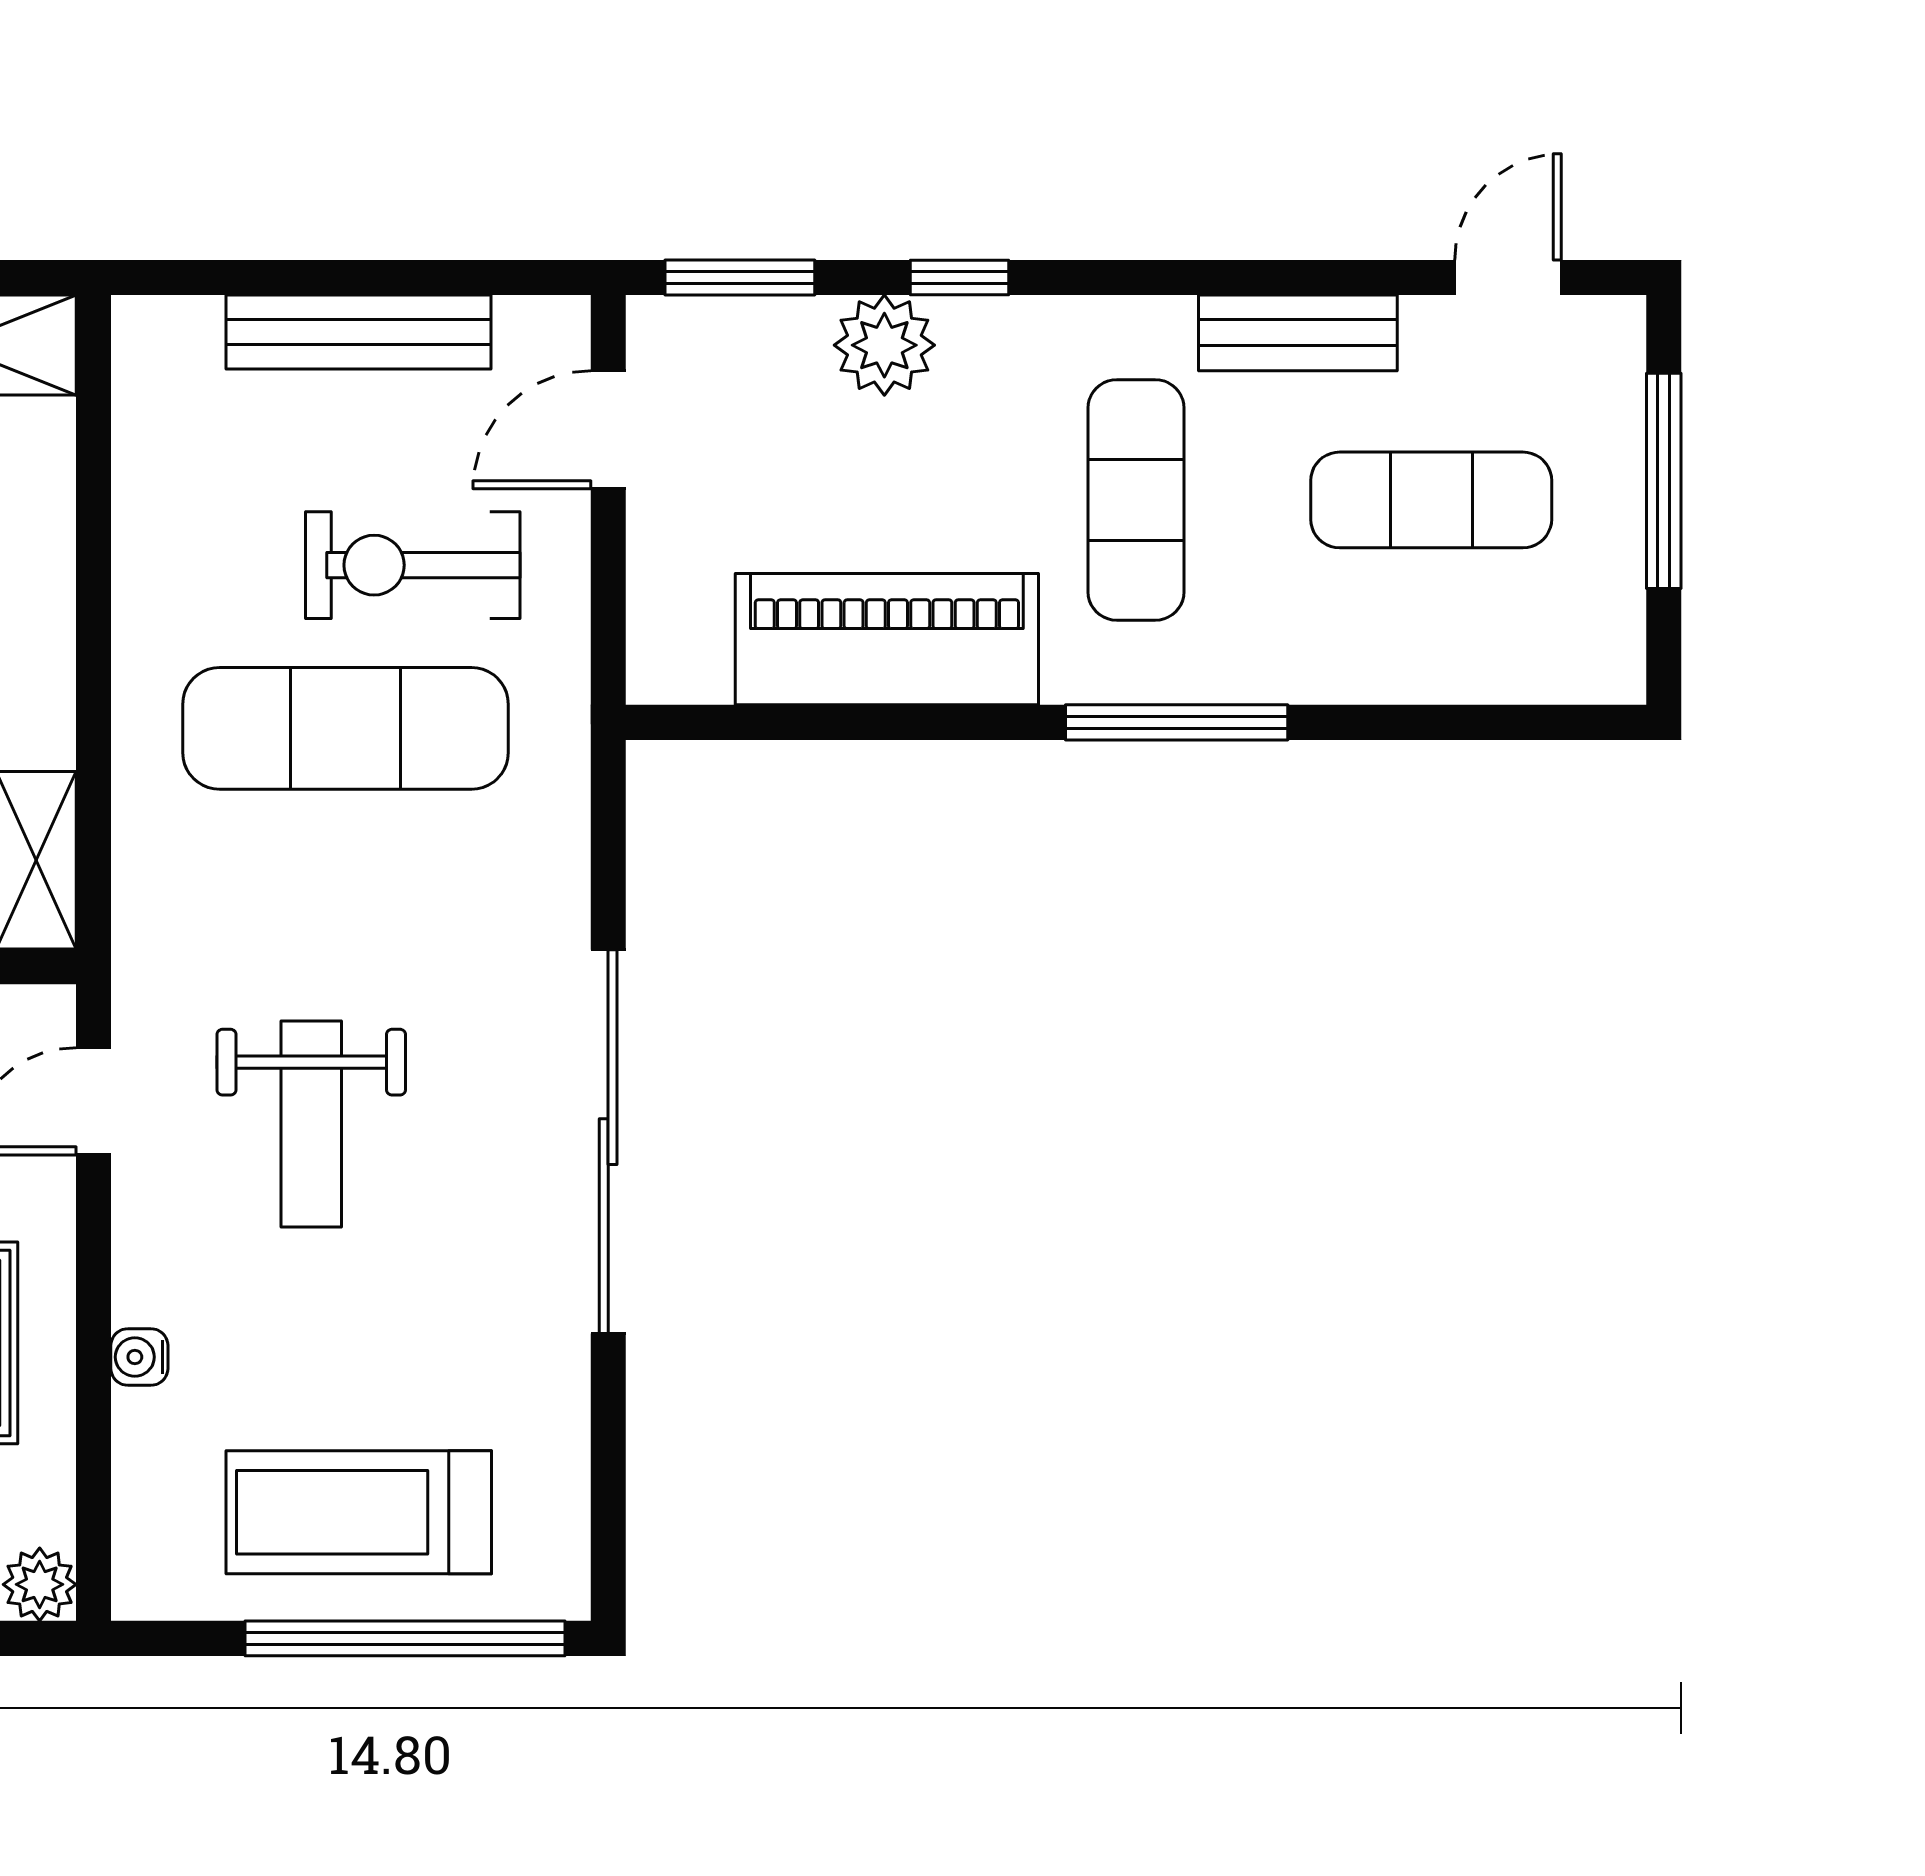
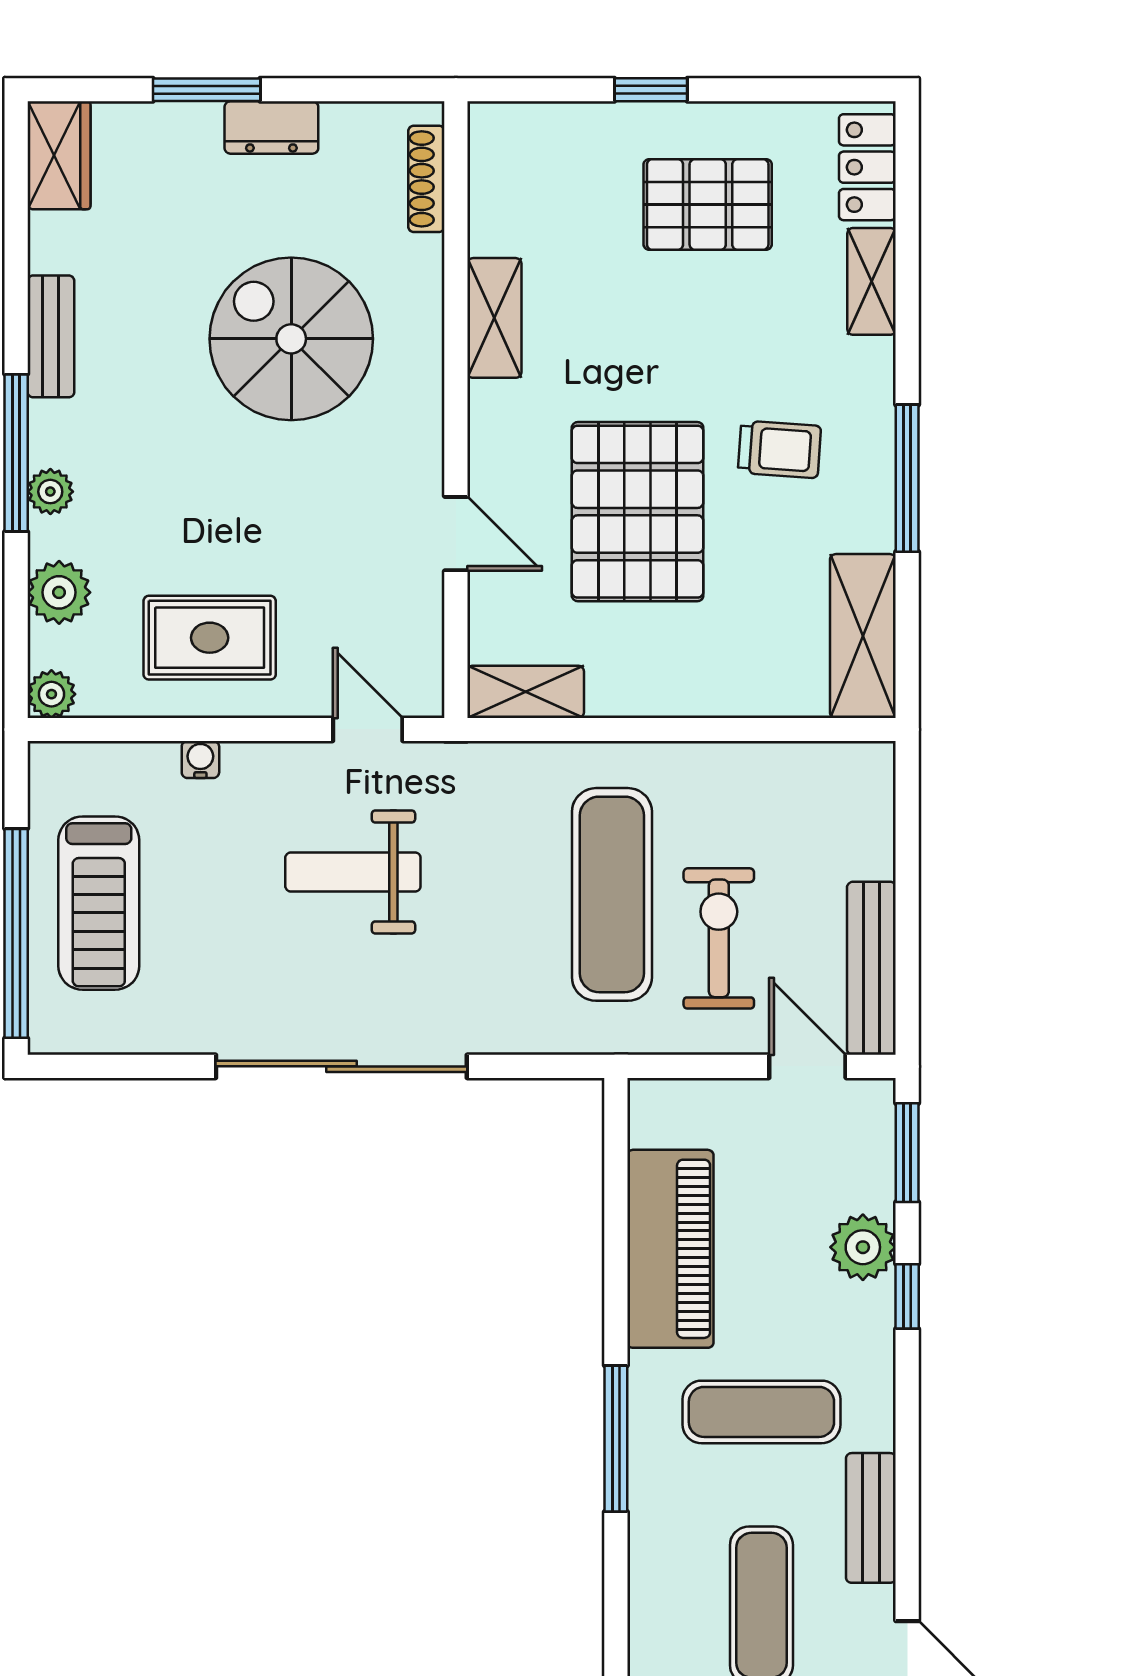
bench: (358, 332) -> (871, 968), moved
treadmill: (359, 1512) -> (99, 903), turned 180

